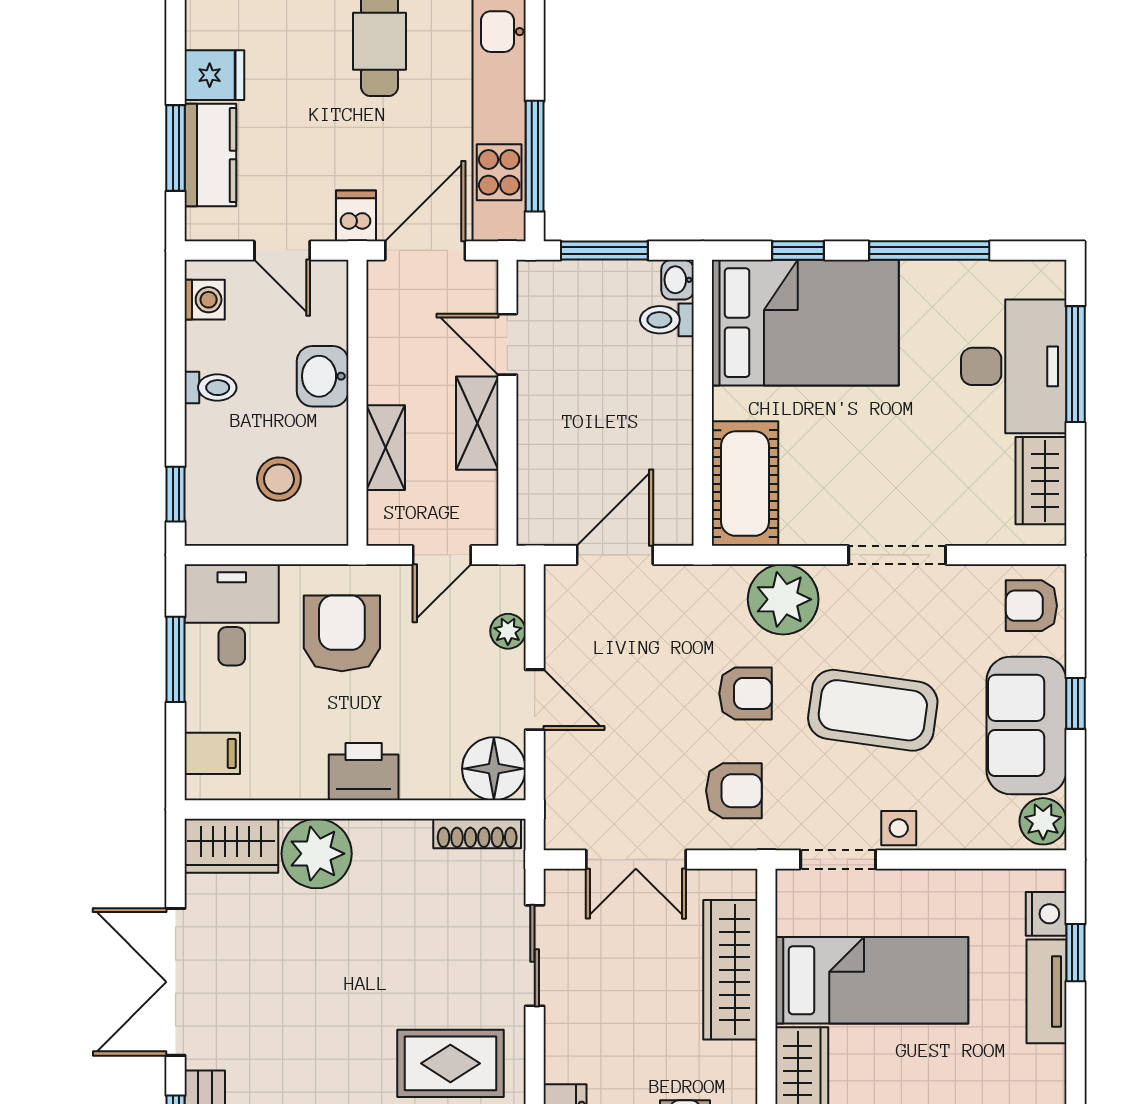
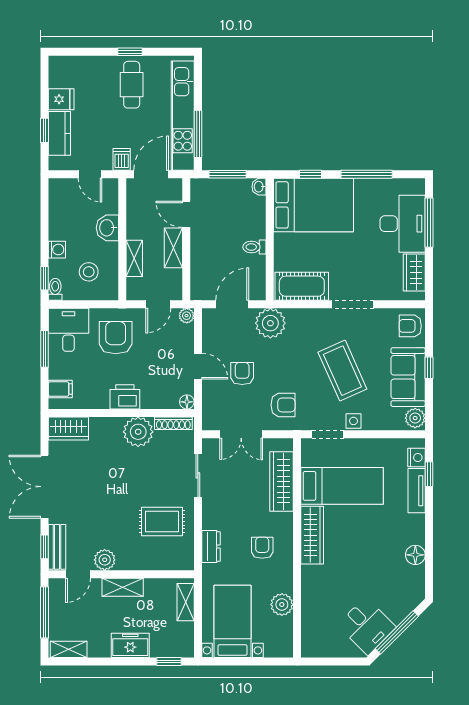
window: (176, 148) -> (45, 130), width x0.67
washing machine: (205, 300) -> (57, 250), moved
toilet: (667, 320) -> (254, 247), moved
toilet: (210, 388) -> (55, 289), moved, turned -90
cot: (745, 484) -> (302, 286), moved, turned 90
plant: (783, 599) -> (270, 323), moved
plant: (508, 631) -> (187, 316), moved
armchair: (746, 693) -> (242, 374), moved, turned -90
coffee table: (873, 710) -> (342, 371), turned 58
floor lamp: (494, 769) -> (187, 402), width x0.53, depth x0.53
plant: (317, 854) -> (138, 432), moved

